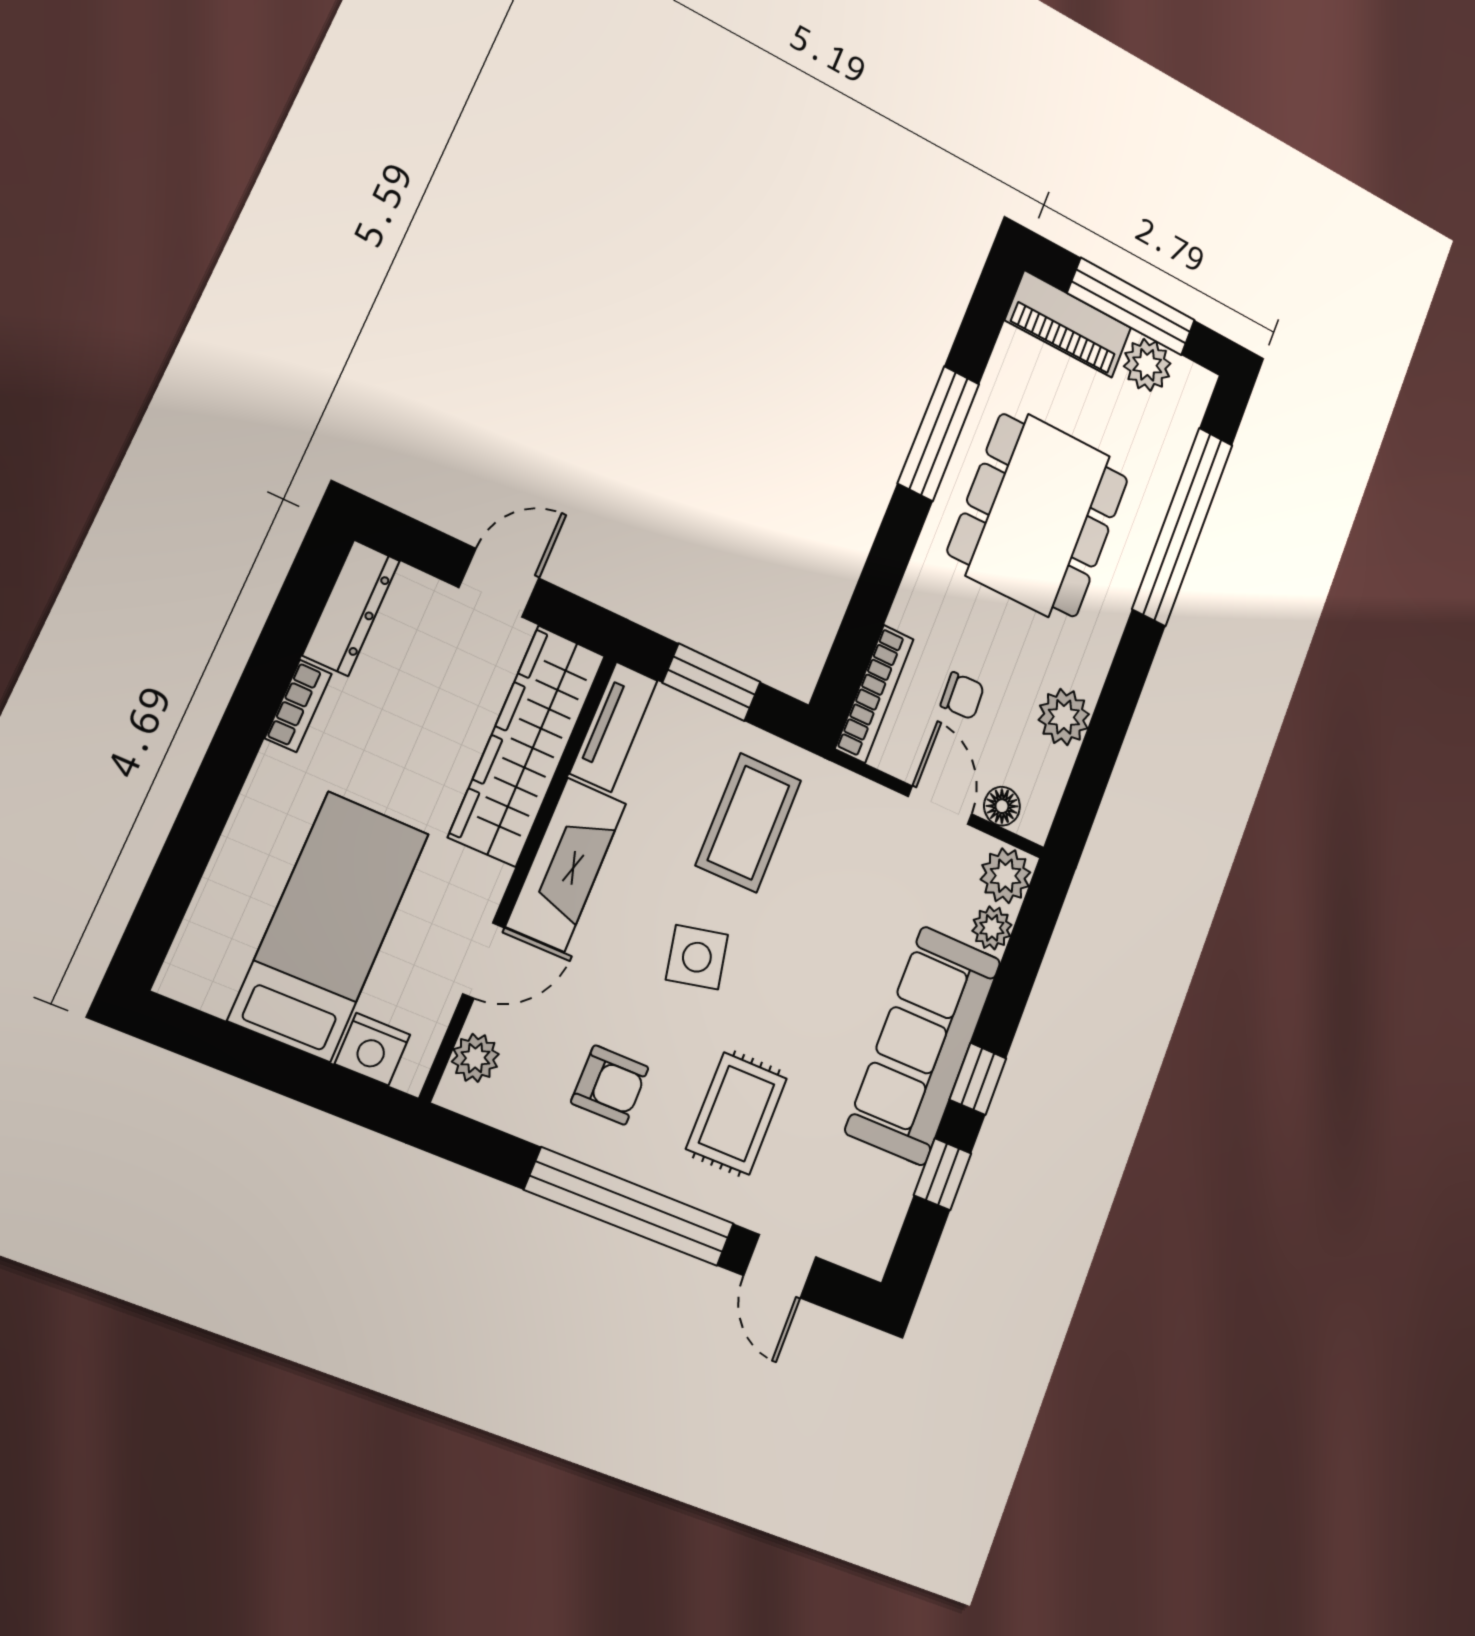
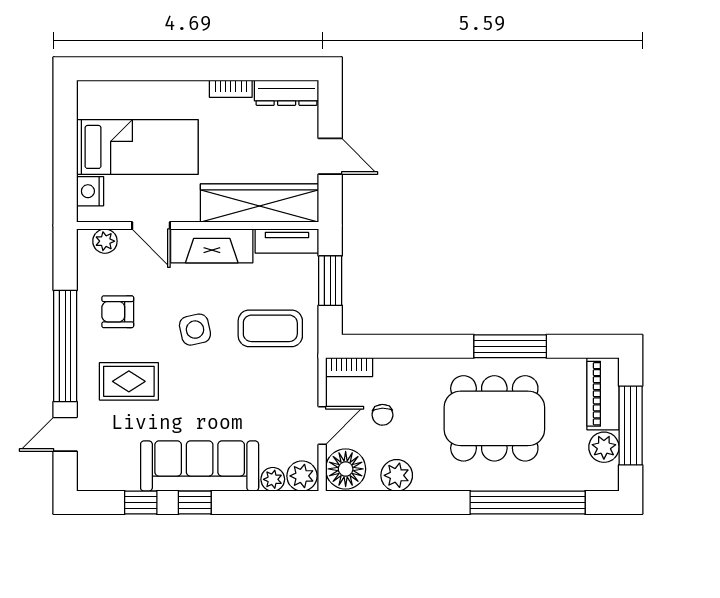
bookcase: (874, 694) -> (349, 367), width x0.64
floor lamp: (1002, 806) -> (346, 469), width x1.89, depth x1.89
armchair: (610, 1085) -> (118, 312), turned 90

